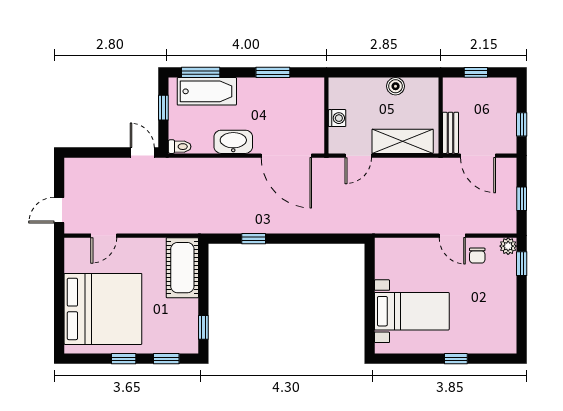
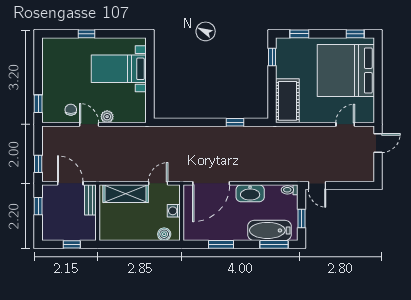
boiler: (396, 86) -> (164, 234), moved
door: (286, 156) -> (211, 183), swing flipped
window: (522, 199) -> (38, 164), moved
plant: (508, 246) -> (107, 117), moved
window: (124, 359) -> (355, 34), moved

